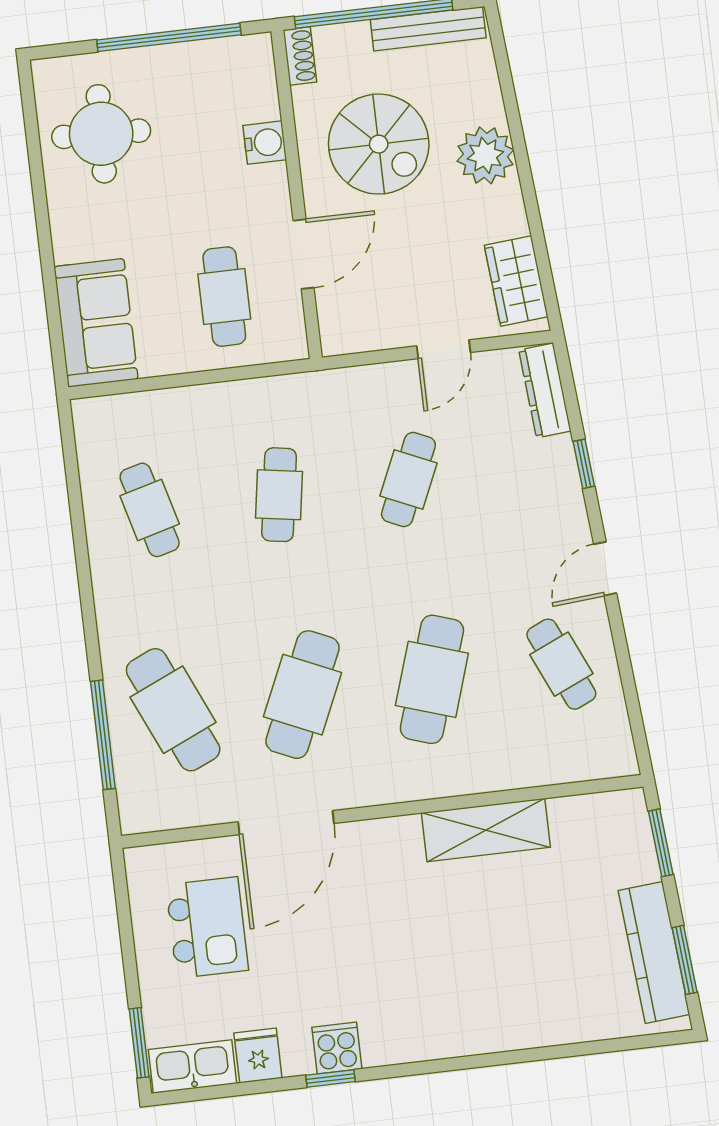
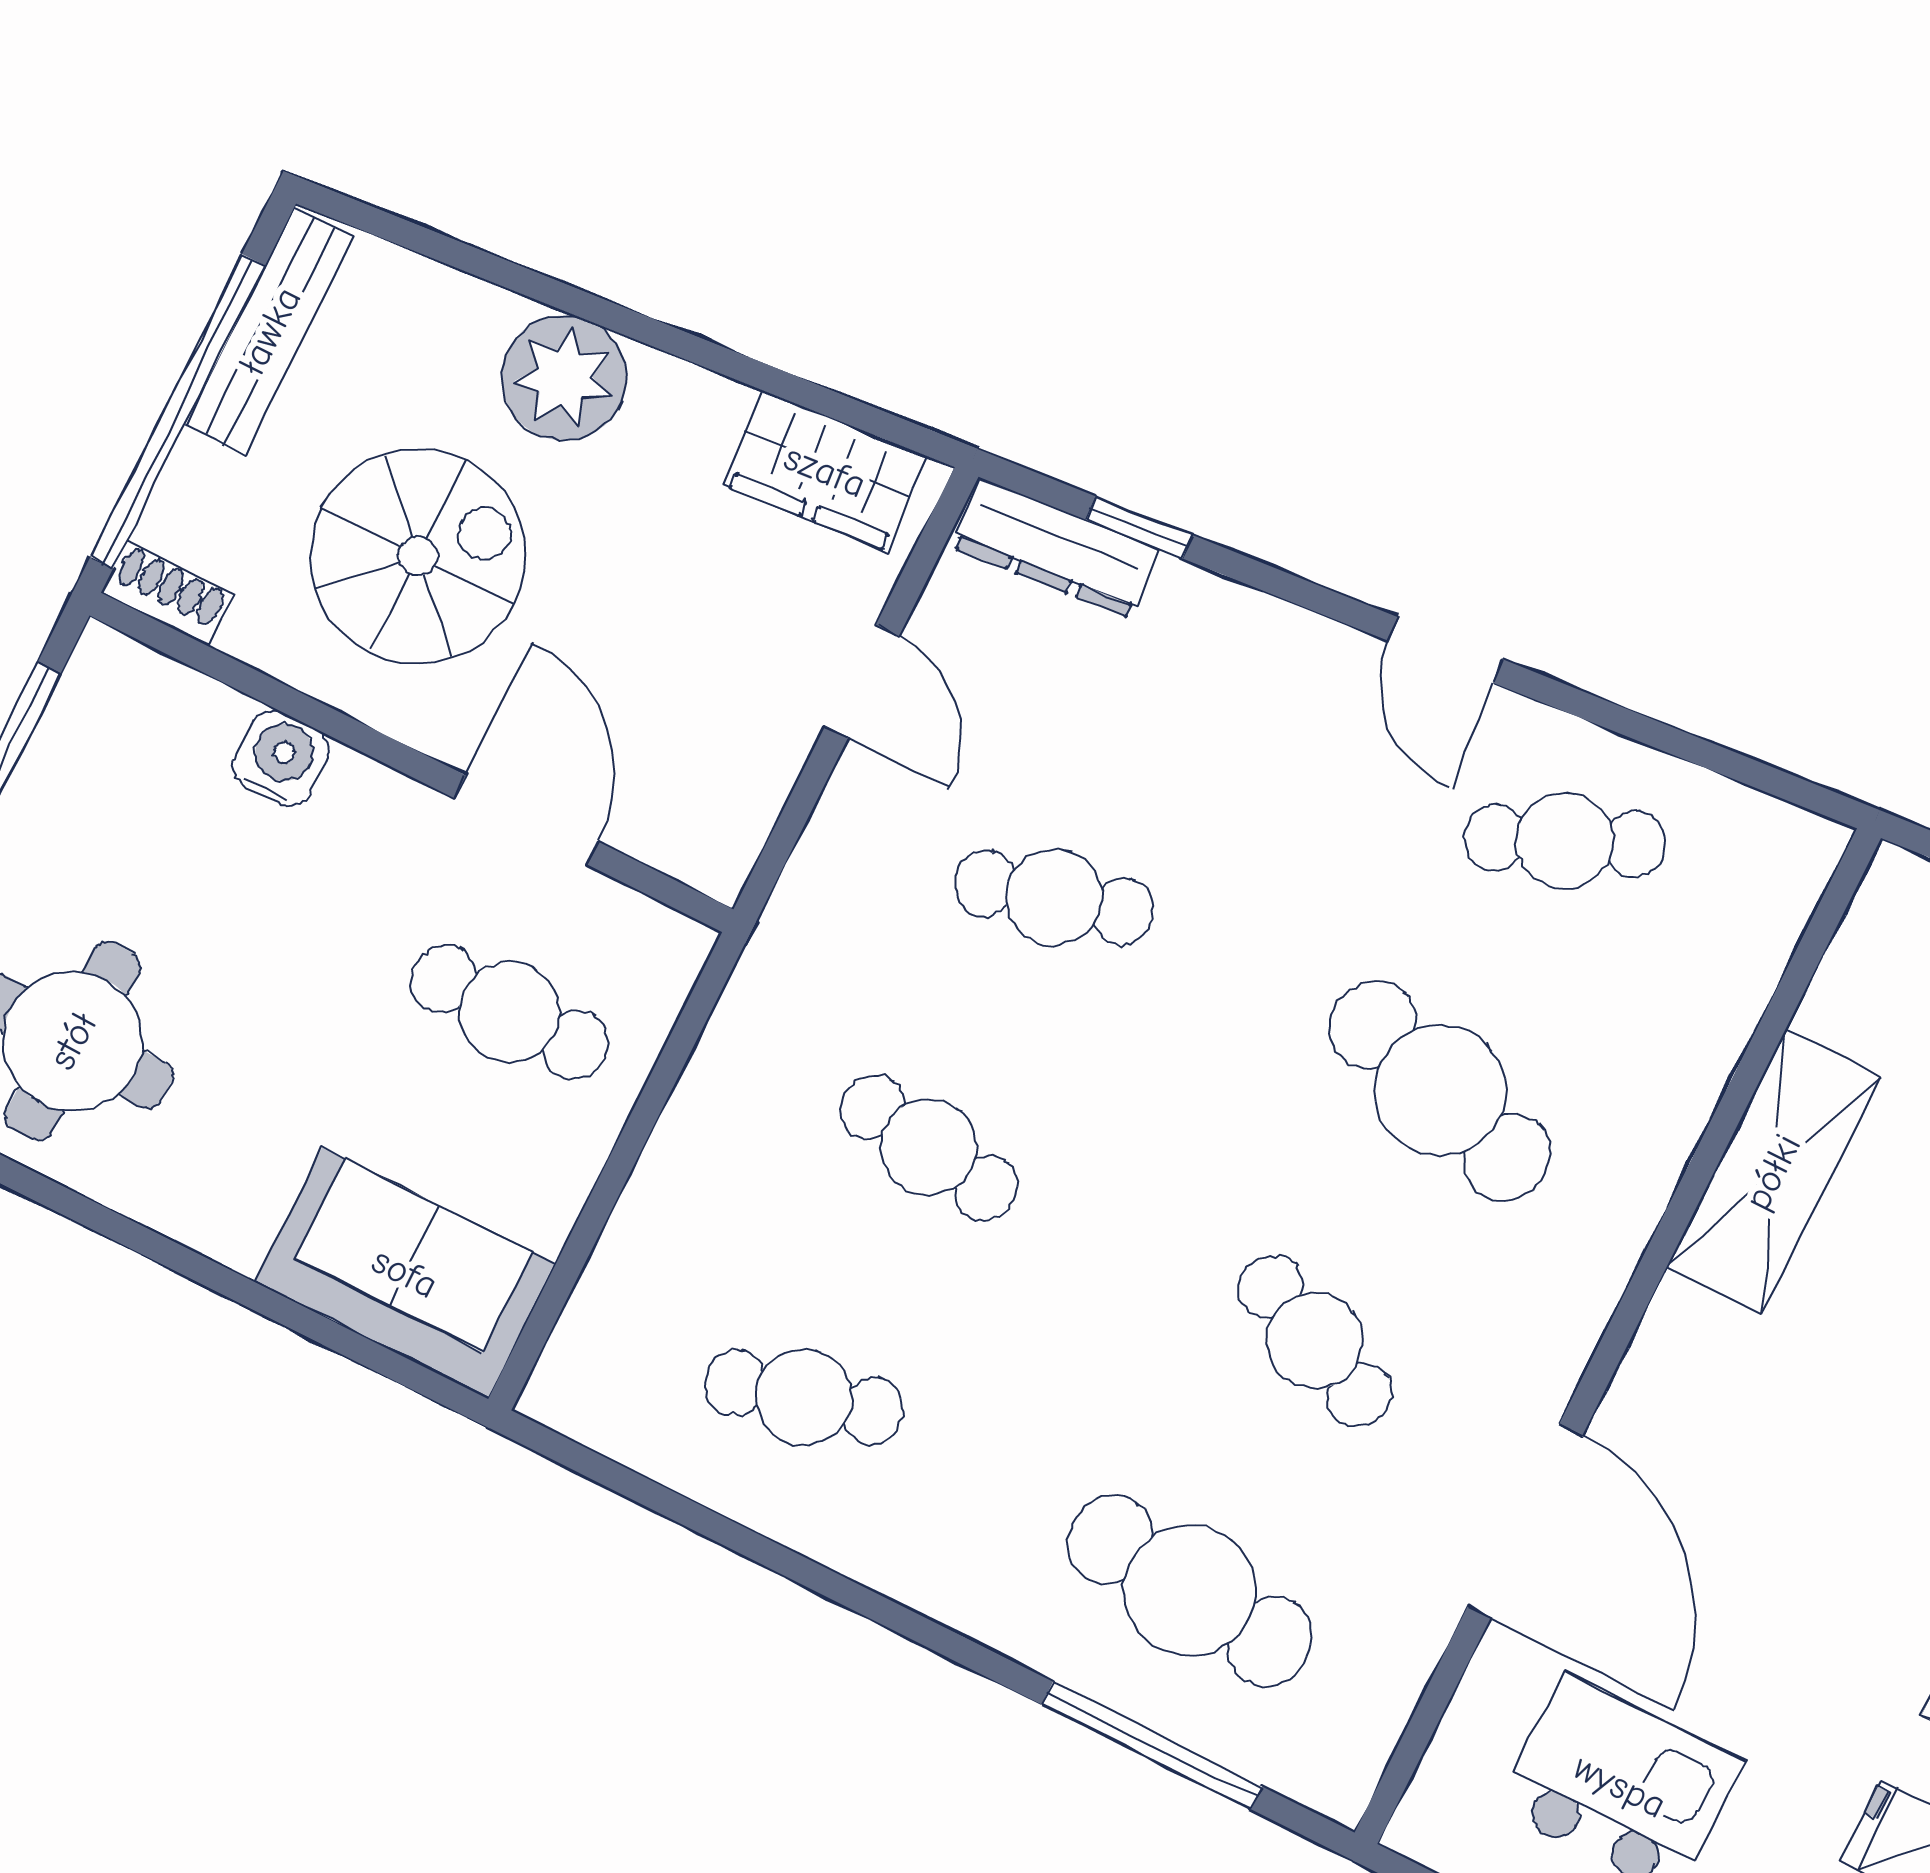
window: (584, 464) -> (1139, 527), moved
cafe table: (408, 479) -> (1054, 897), turned -39
cafe table: (303, 695) -> (1315, 1340), width x0.73, depth x0.74
cafe table: (173, 710) -> (1190, 1590), turned 30

